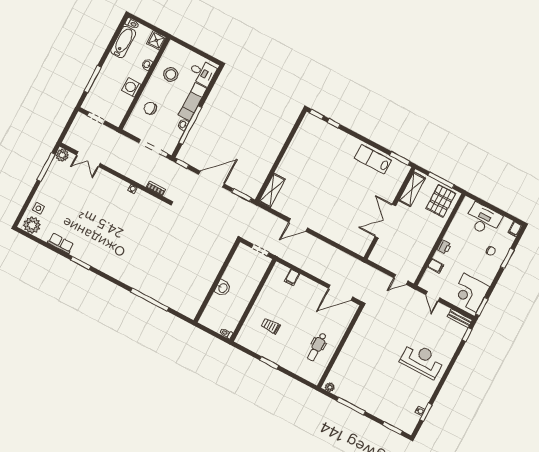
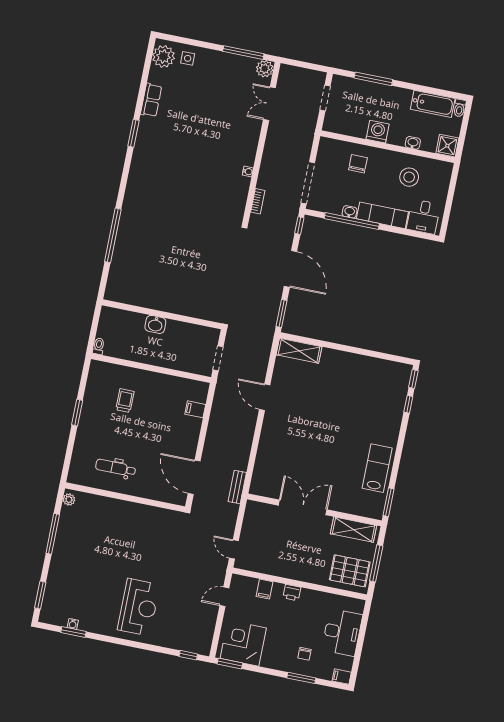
bench: (460, 318) -> (237, 487), moved

